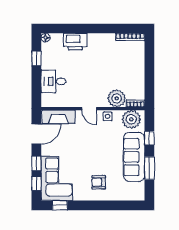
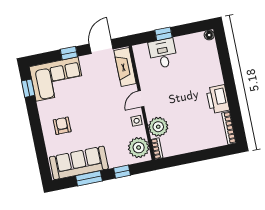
printer: (75, 42) -> (218, 99), moved
window: (36, 58) -> (164, 34), moved
door: (36, 134) -> (101, 47), swing flipped
sofa: (134, 157) -> (79, 163), moved
window: (36, 183) -> (47, 58), removed

